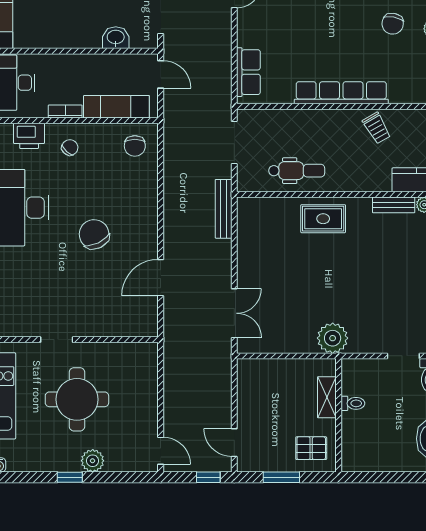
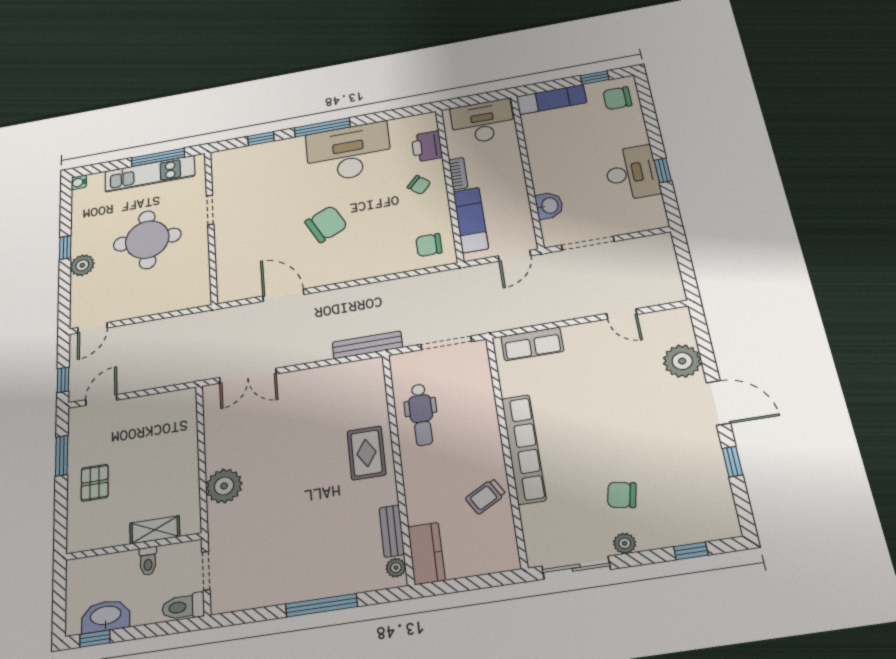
shelving: (327, 397) -> (155, 530), moved
toilet: (353, 403) -> (148, 561), moved
wall: (339, 415) -> (133, 547), moved

